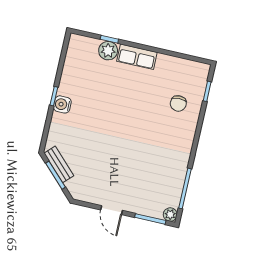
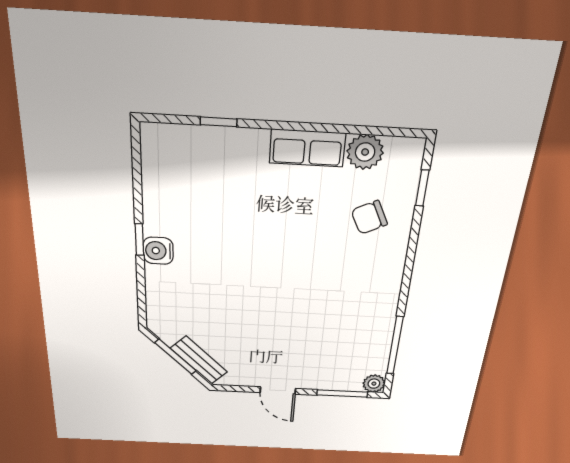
plant: (108, 51) -> (365, 152), moved
row of seats: (137, 57) -> (307, 148), moved
chair: (178, 103) -> (369, 217), turned 64
bench: (59, 164) -> (199, 360), moved

